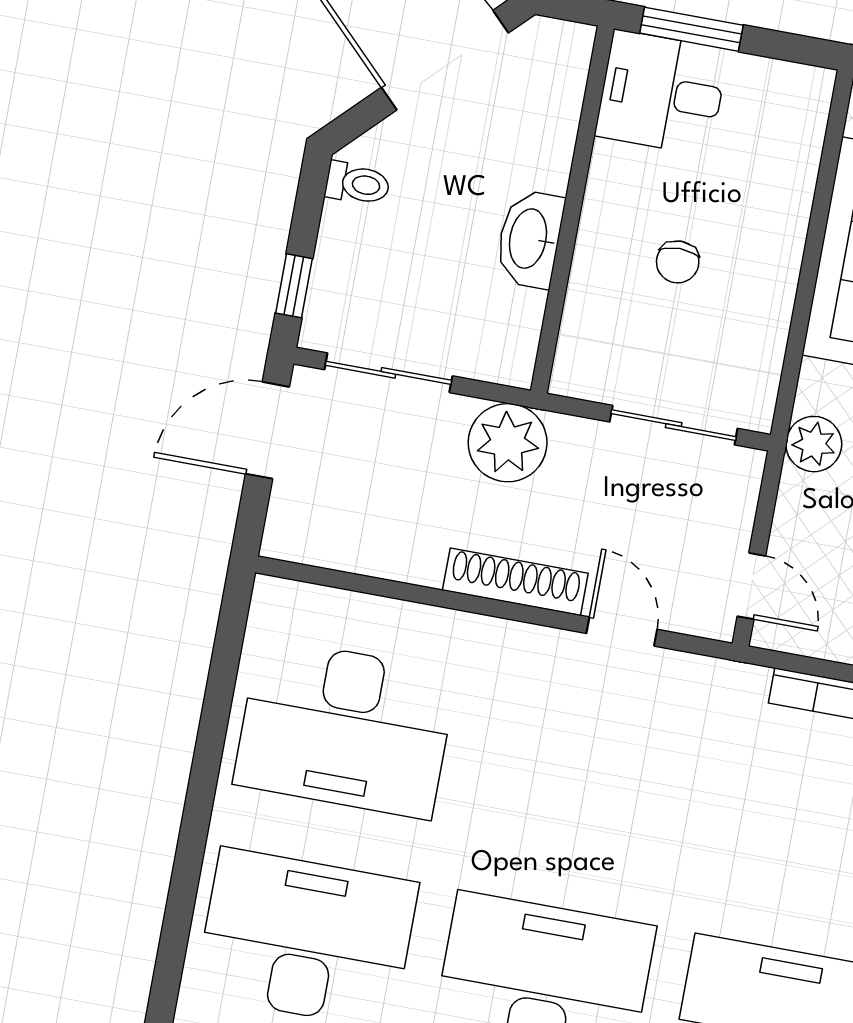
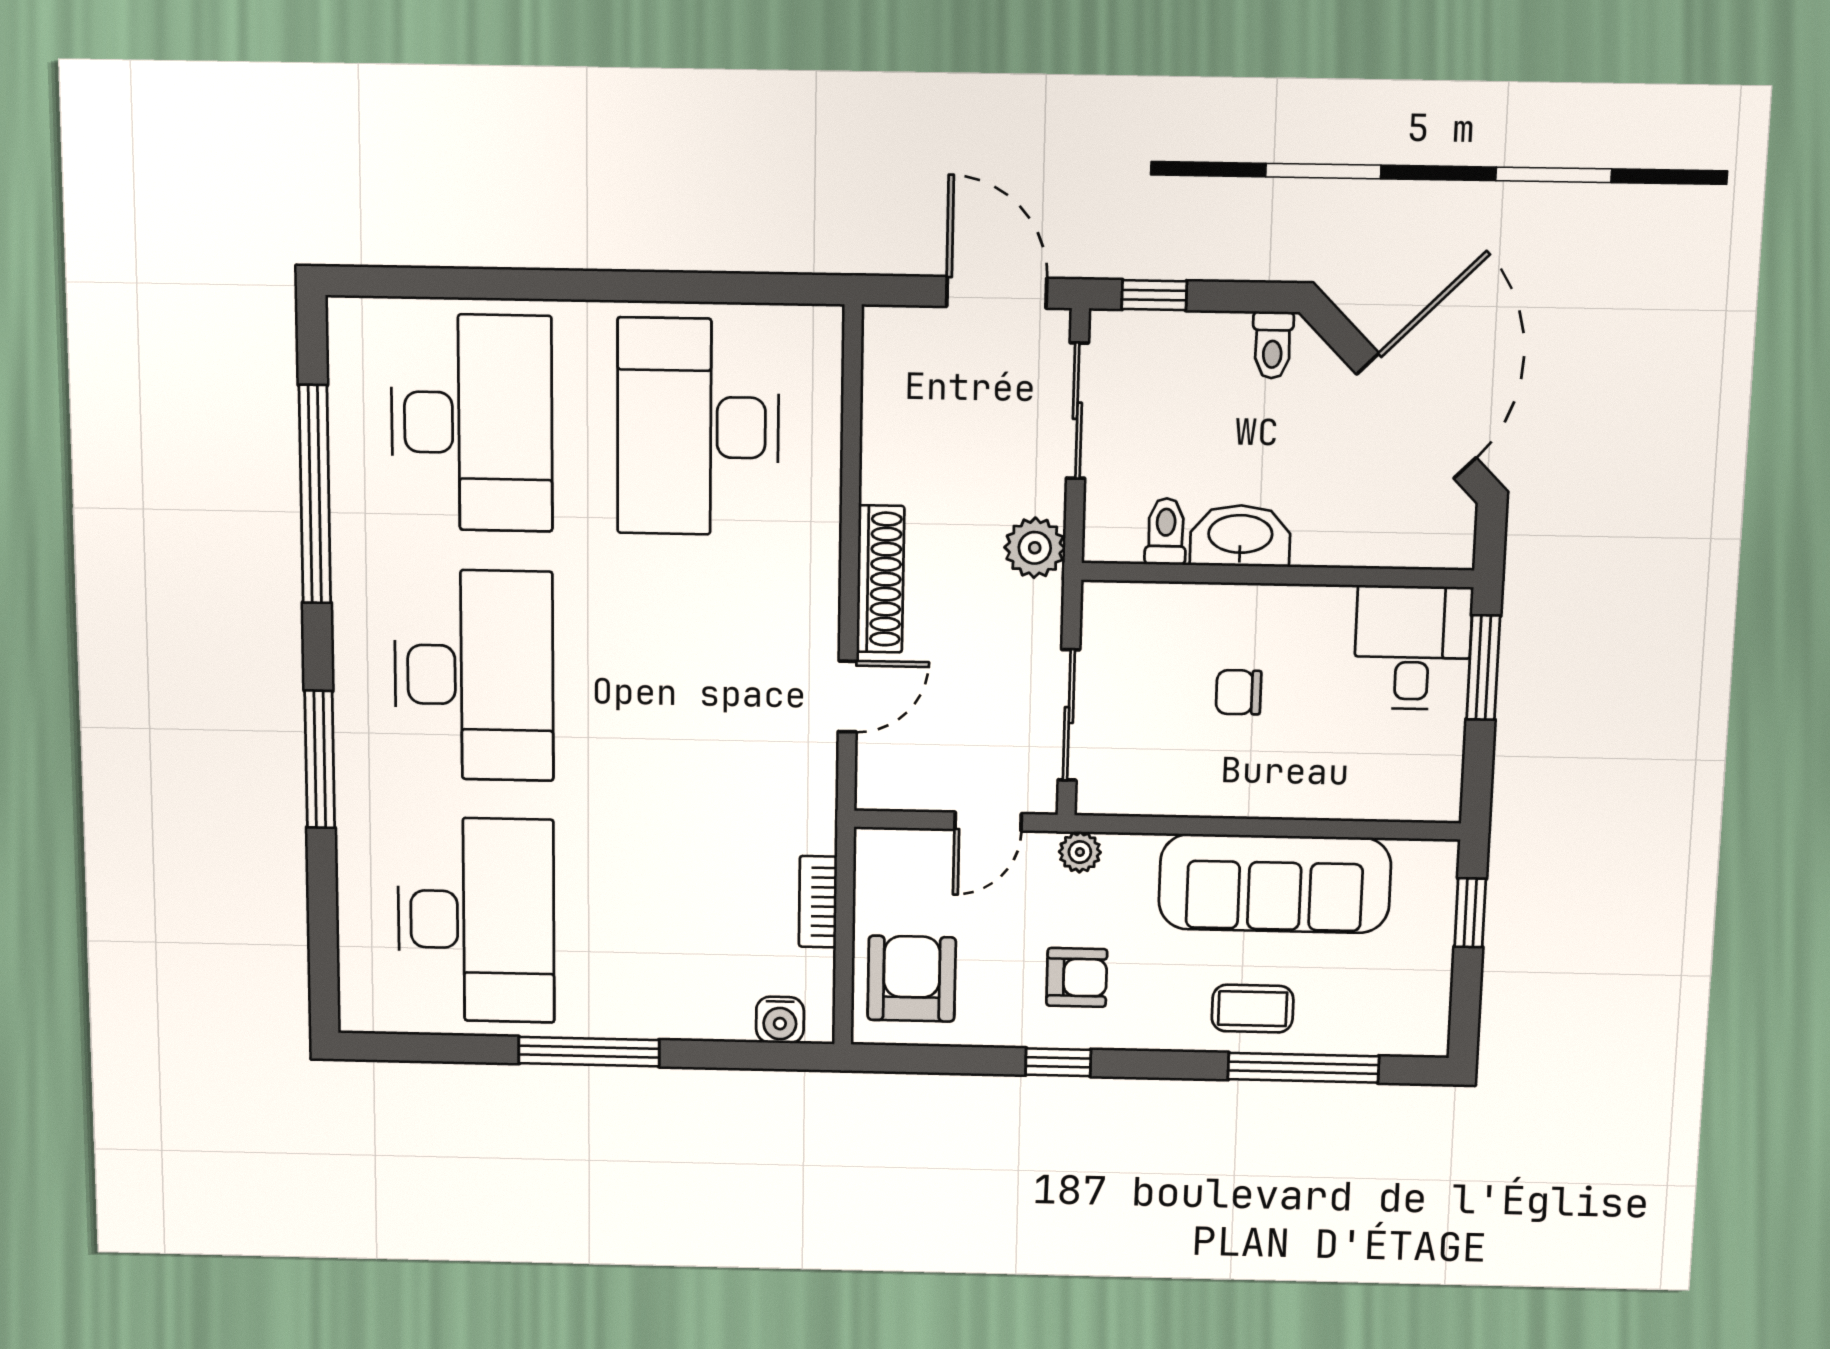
toilet: (514, 308) -> (1166, 531), added
plant: (508, 443) -> (1035, 548), width x0.73, depth x0.73
plant: (814, 444) -> (1080, 852), width x0.73, depth x0.73
door: (751, 586) -> (988, 822), moved

